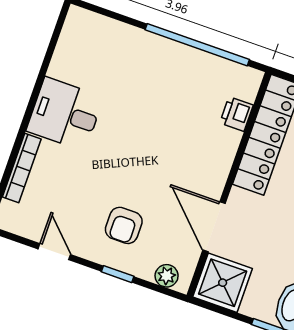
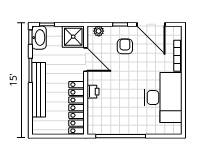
desk: (65, 114) -> (163, 98), width x1.87, depth x1.30
printer: (237, 114) -> (93, 92), moved
door: (54, 252) -> (151, 24), width x1.88

